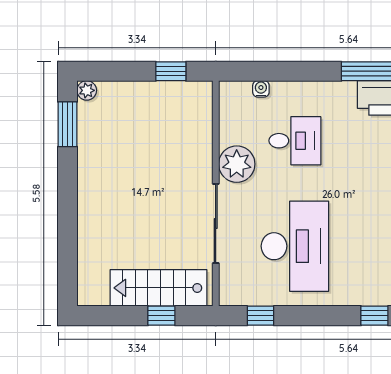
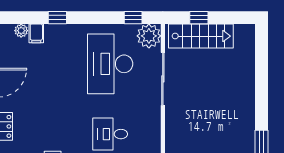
plant: (237, 164) -> (149, 36), moved

